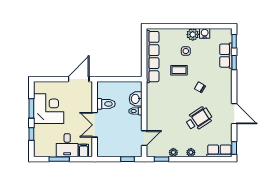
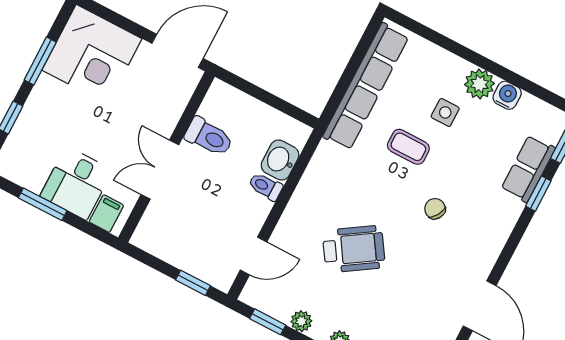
corner desk: (49, 109) -> (92, 54), moved, turned 90
wheelchair: (199, 119) -> (354, 249), moved

